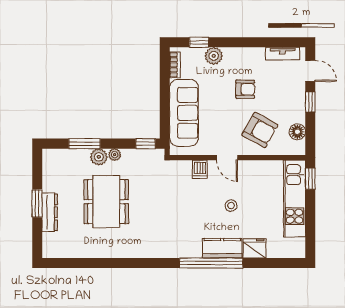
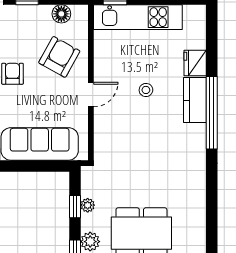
window: (146, 144) -> (75, 207), moved
plant: (115, 155) -> (88, 205), moved
dishwasher: (200, 169) -> (104, 126), removed

